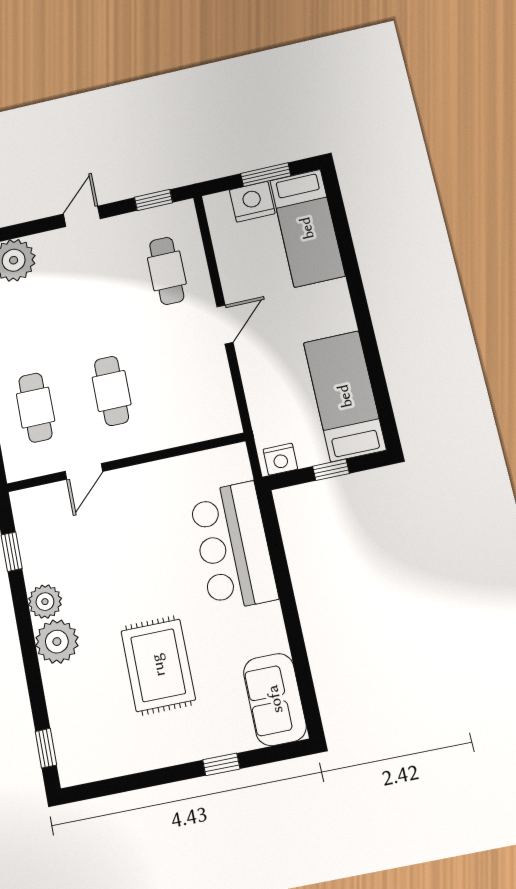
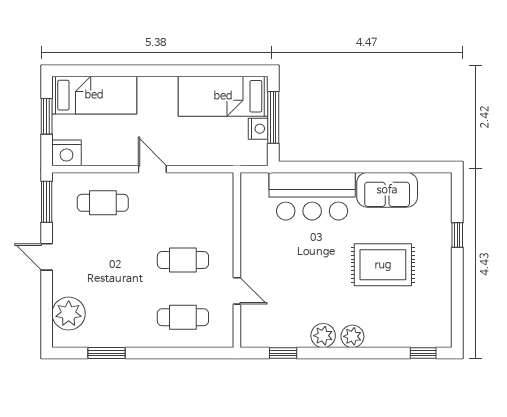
window: (154, 200) -> (47, 202), width x1.50
nightstand: (252, 202) -> (66, 153), moved, turned -90
nightstand: (280, 459) -> (258, 129), moved
window: (331, 470) -> (273, 117), width x2.17
plant: (57, 642) -> (352, 336), width x0.73, depth x0.73
sofa: (275, 699) -> (387, 190), moved

